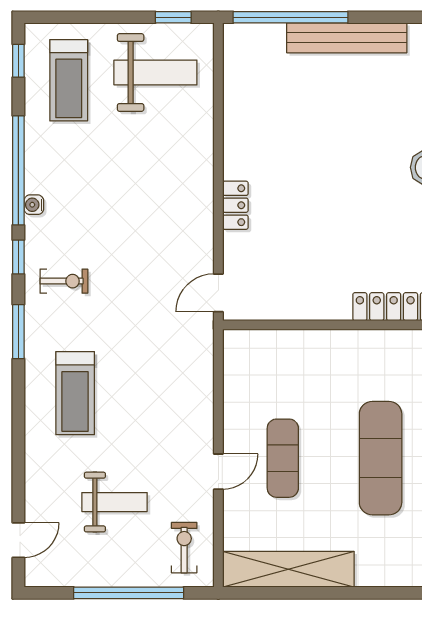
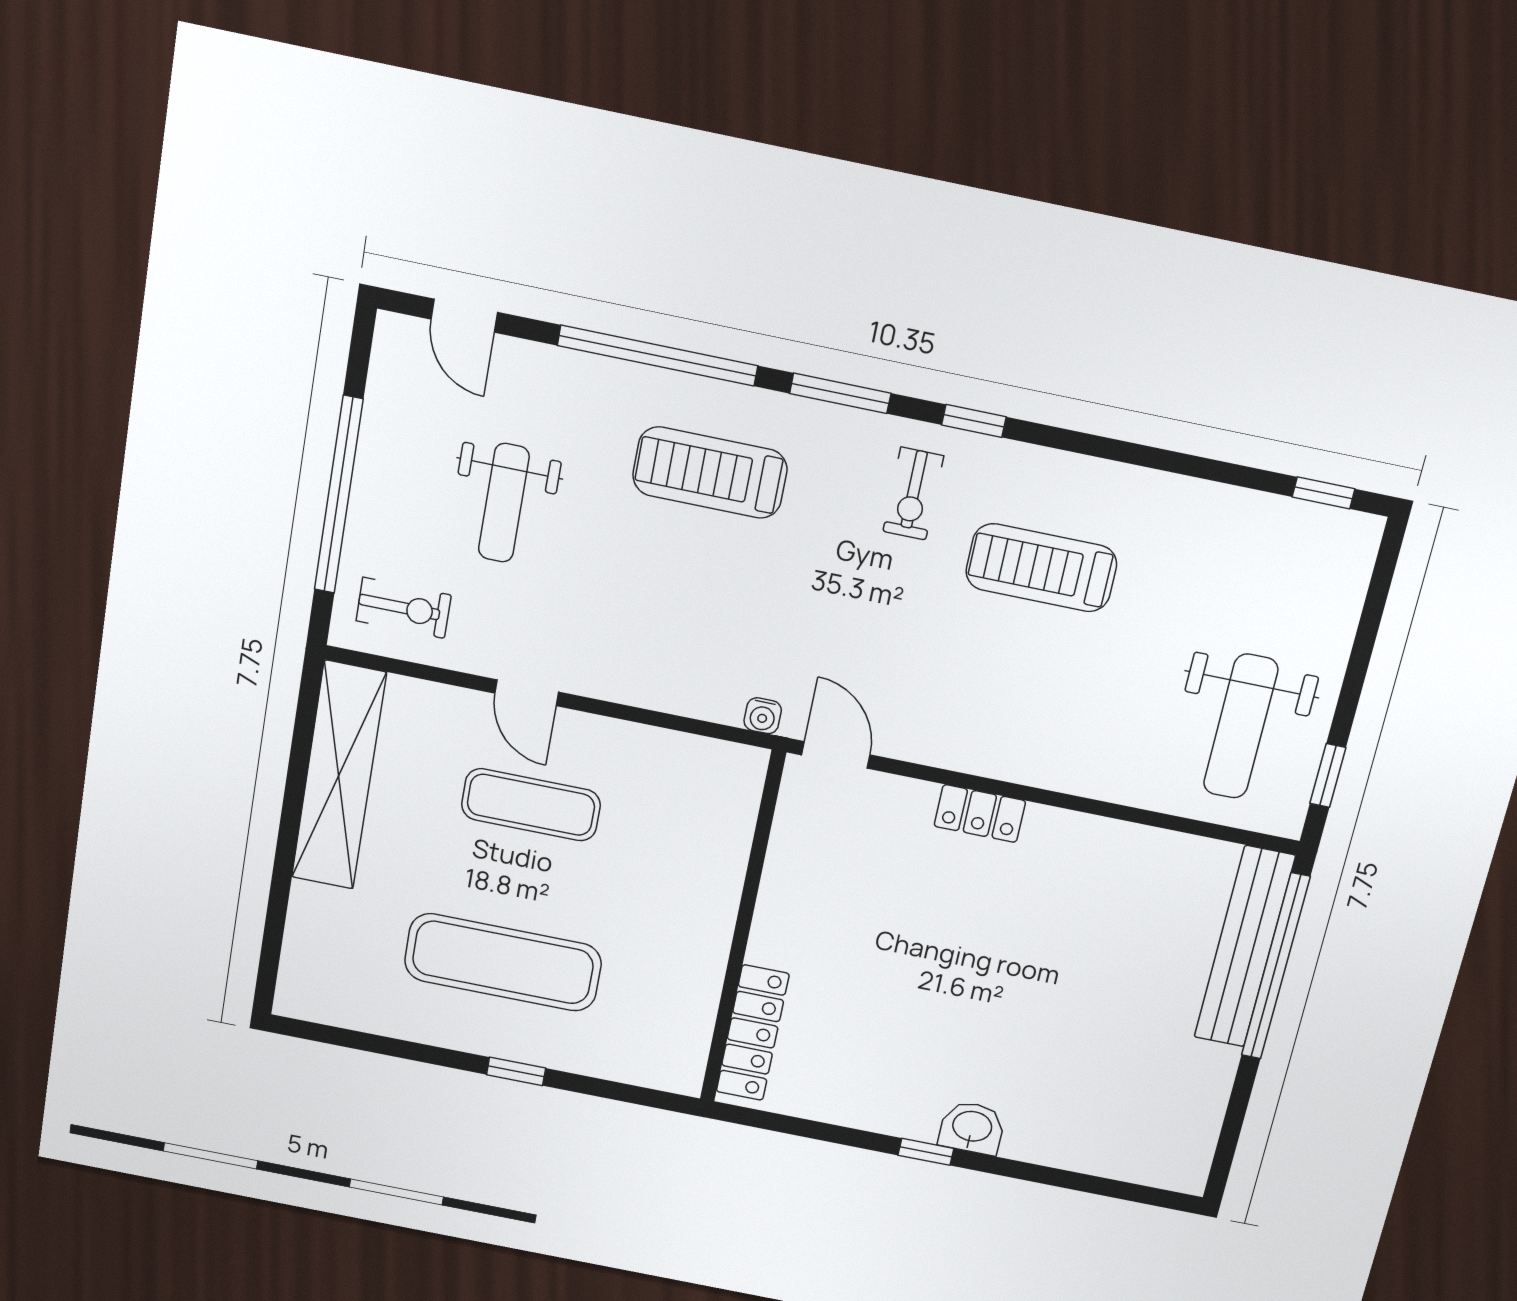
bench: (347, 38) -> (1244, 947), moved
treadmill: (69, 80) -> (1041, 568), moved
window: (18, 170) -> (658, 356), moved
water cooler: (34, 205) -> (763, 716), moved, turned 180

